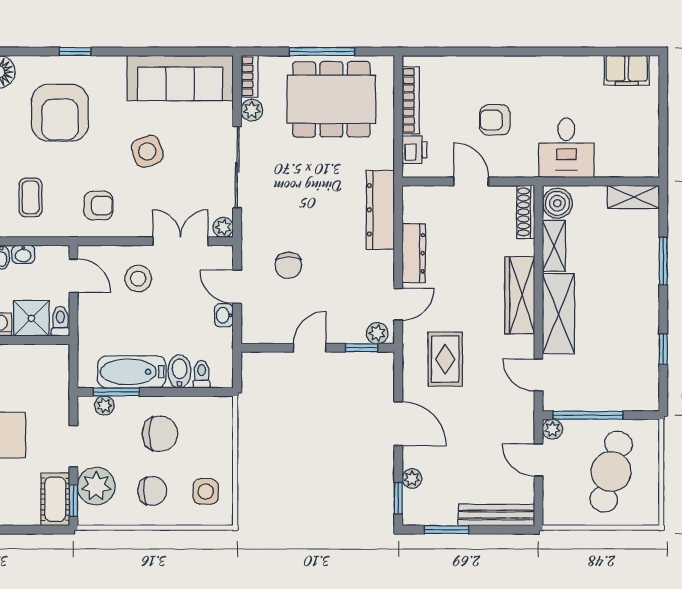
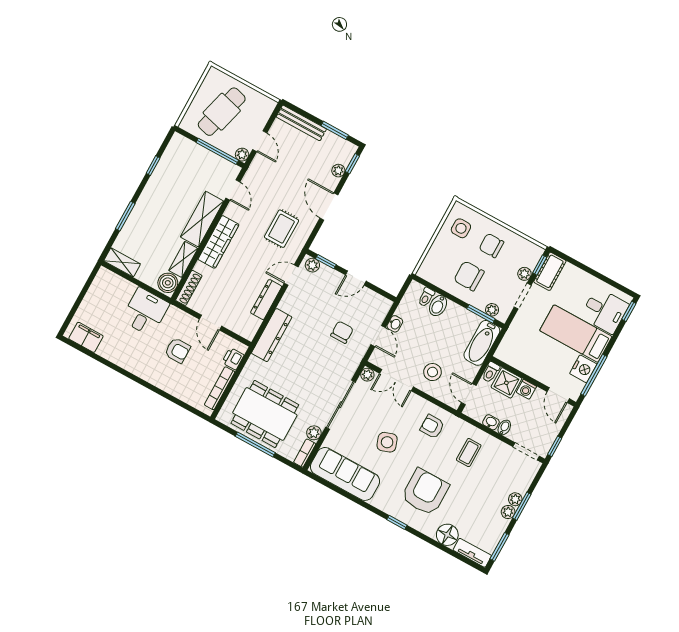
bathtub: (132, 372) -> (482, 343), moved, turned 90
plant: (96, 486) -> (524, 274), width x0.53, depth x0.53

